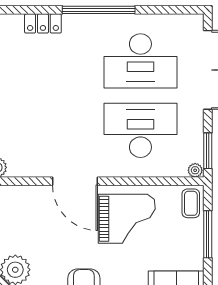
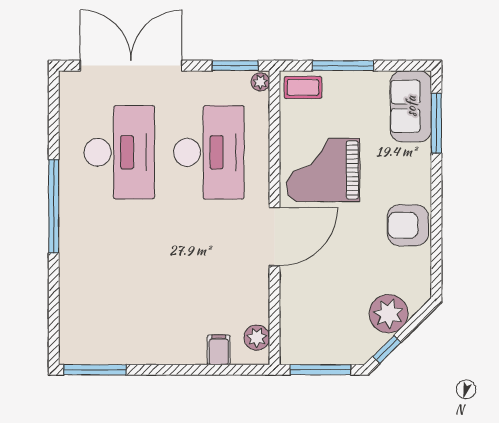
locker: (43, 23) -> (71, 278), removed
desk: (140, 130) -> (209, 152), turned 180
grand piano: (127, 219) -> (323, 170), turned -90

